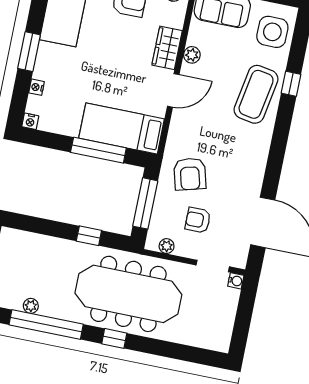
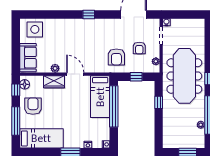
window: (291, 84) -> (89, 14), moved
coffee table: (256, 94) -> (69, 31), removed
window: (98, 150) -> (114, 106), width x1.46
armchair: (190, 174) -> (116, 57), turned 105
window: (145, 203) -> (136, 77), width x0.46

